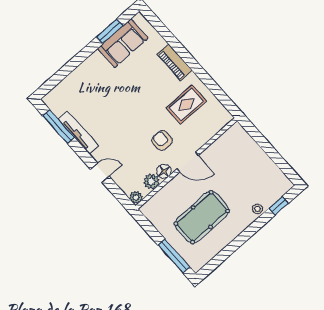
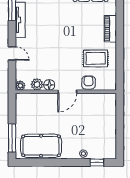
armchair: (162, 140) -> (88, 83), moved
door: (188, 162) -> (67, 92), hinge flipped
pool table: (202, 217) -> (41, 146), moved

